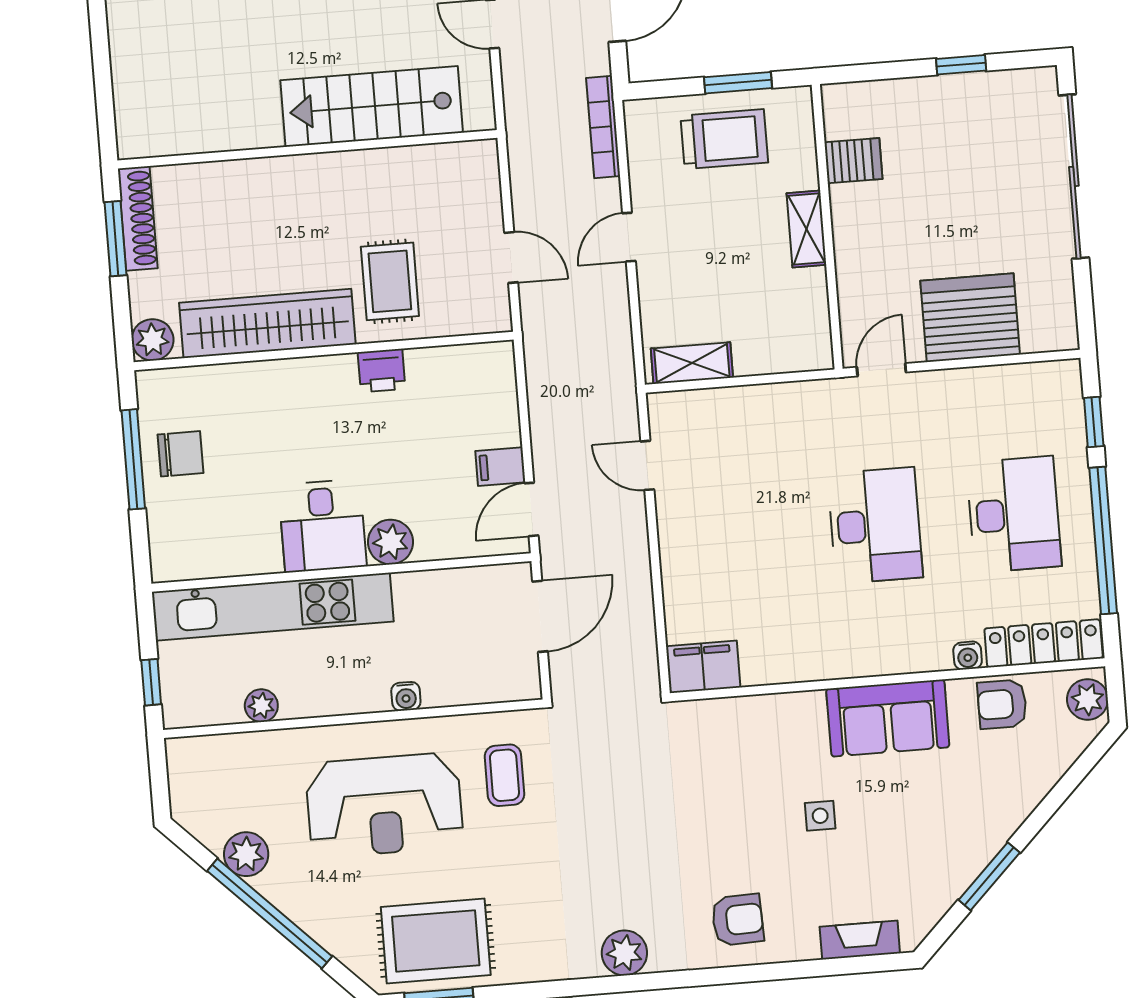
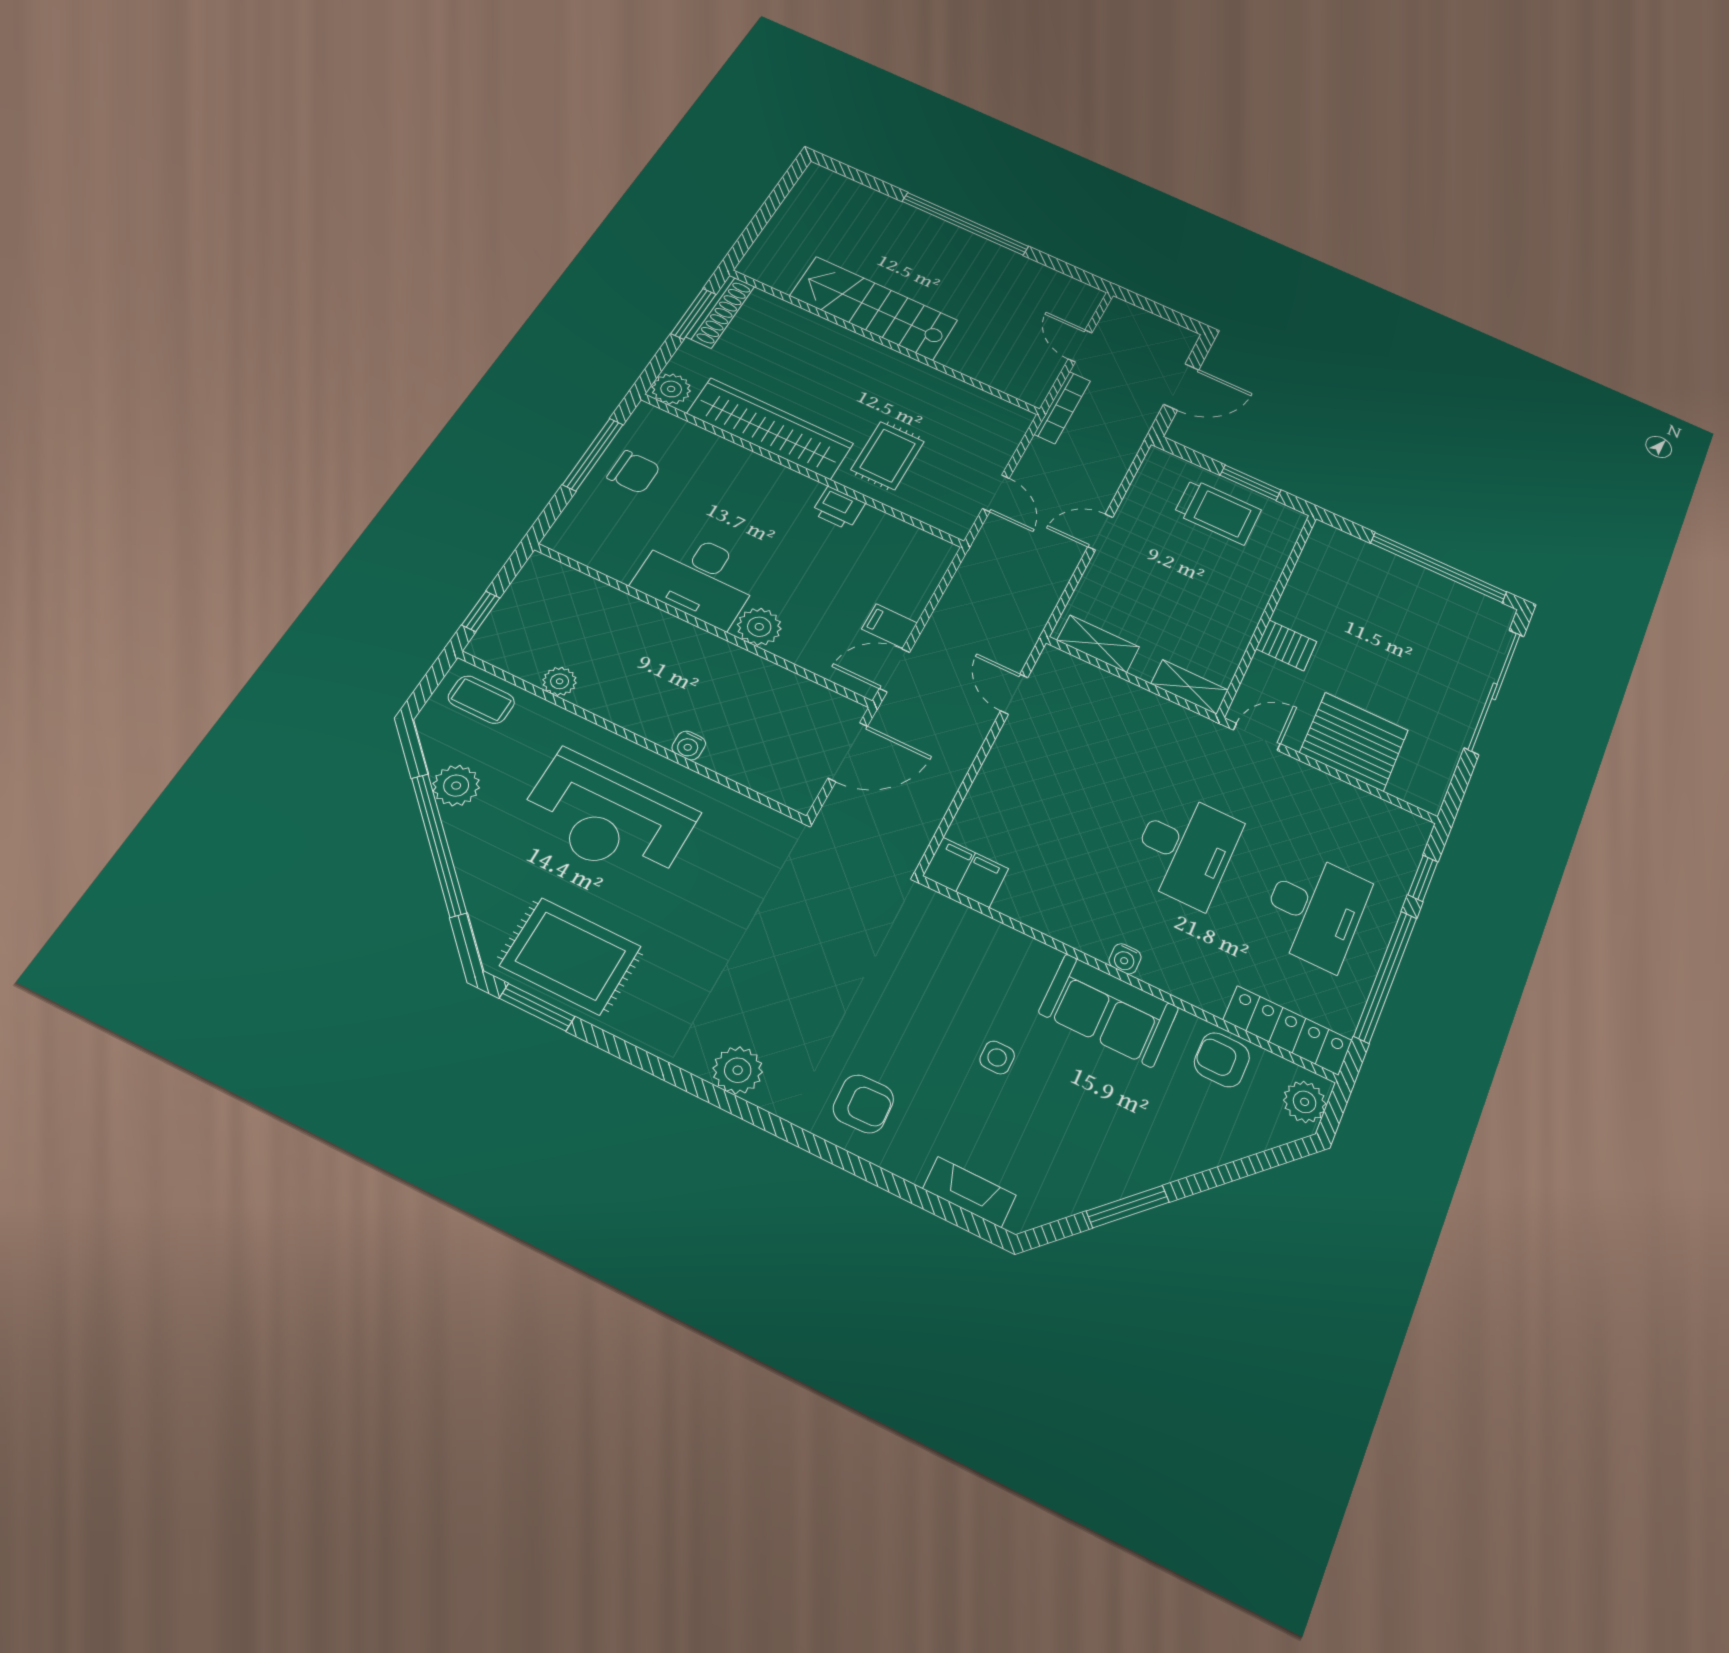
window: (961, 65) -> (1438, 567), width x3.17
stairs: (372, 106) -> (874, 308), moved
bookcase: (603, 127) -> (1062, 407), moved, turned 180
server rack: (853, 161) -> (1286, 645), moved
shelving: (806, 229) -> (1189, 687), moved, turned 90
desk: (323, 526) -> (698, 578), width x1.37
kitchen unit: (273, 607) -> (626, 616), removed
water cooler: (968, 656) -> (1125, 959), moved
coffee table: (504, 775) -> (481, 700), moved, turned 90

